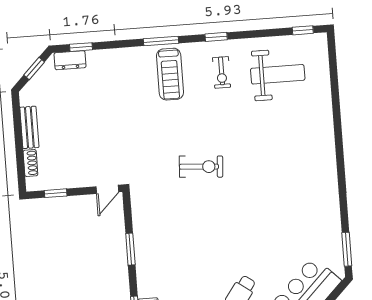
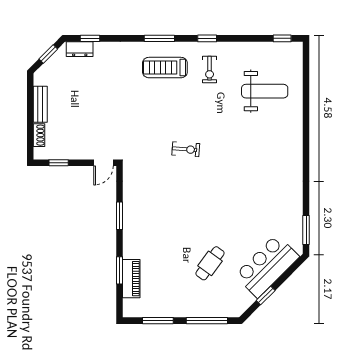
treadmill: (170, 74) -> (165, 68), turned 90
weight bench: (278, 74) -> (265, 91), moved
exercise bike: (201, 167) -> (186, 149), width x0.73, depth x0.72

